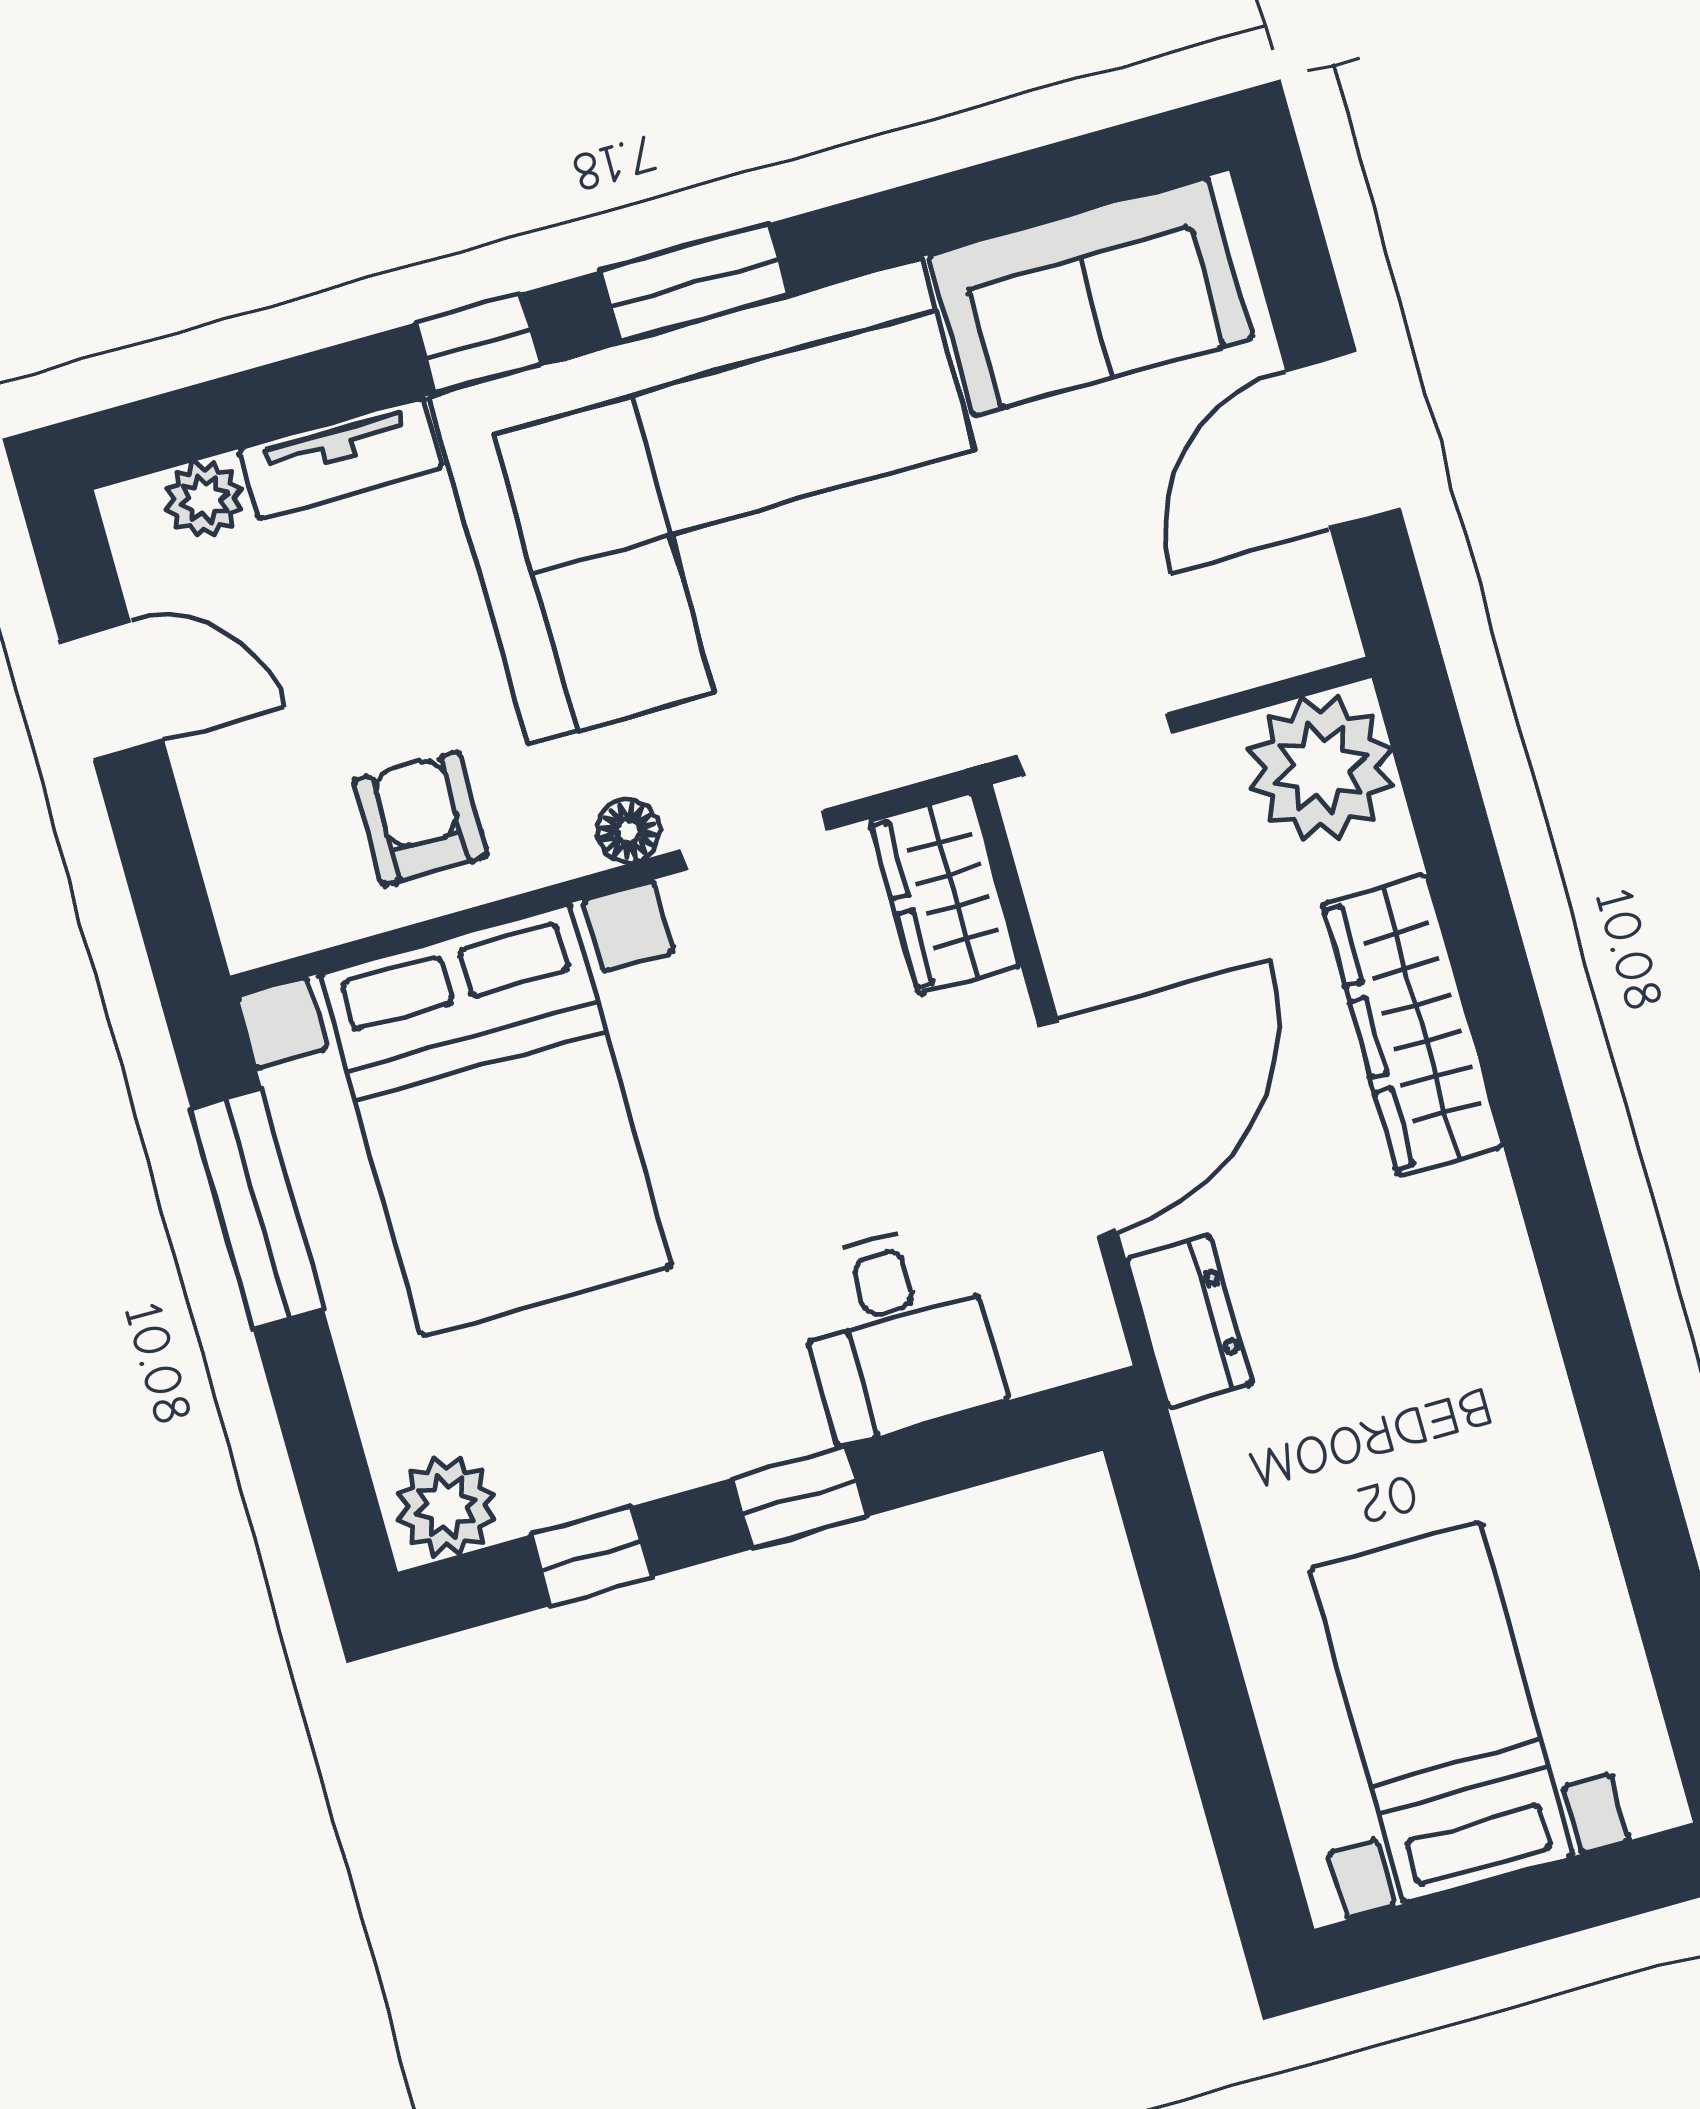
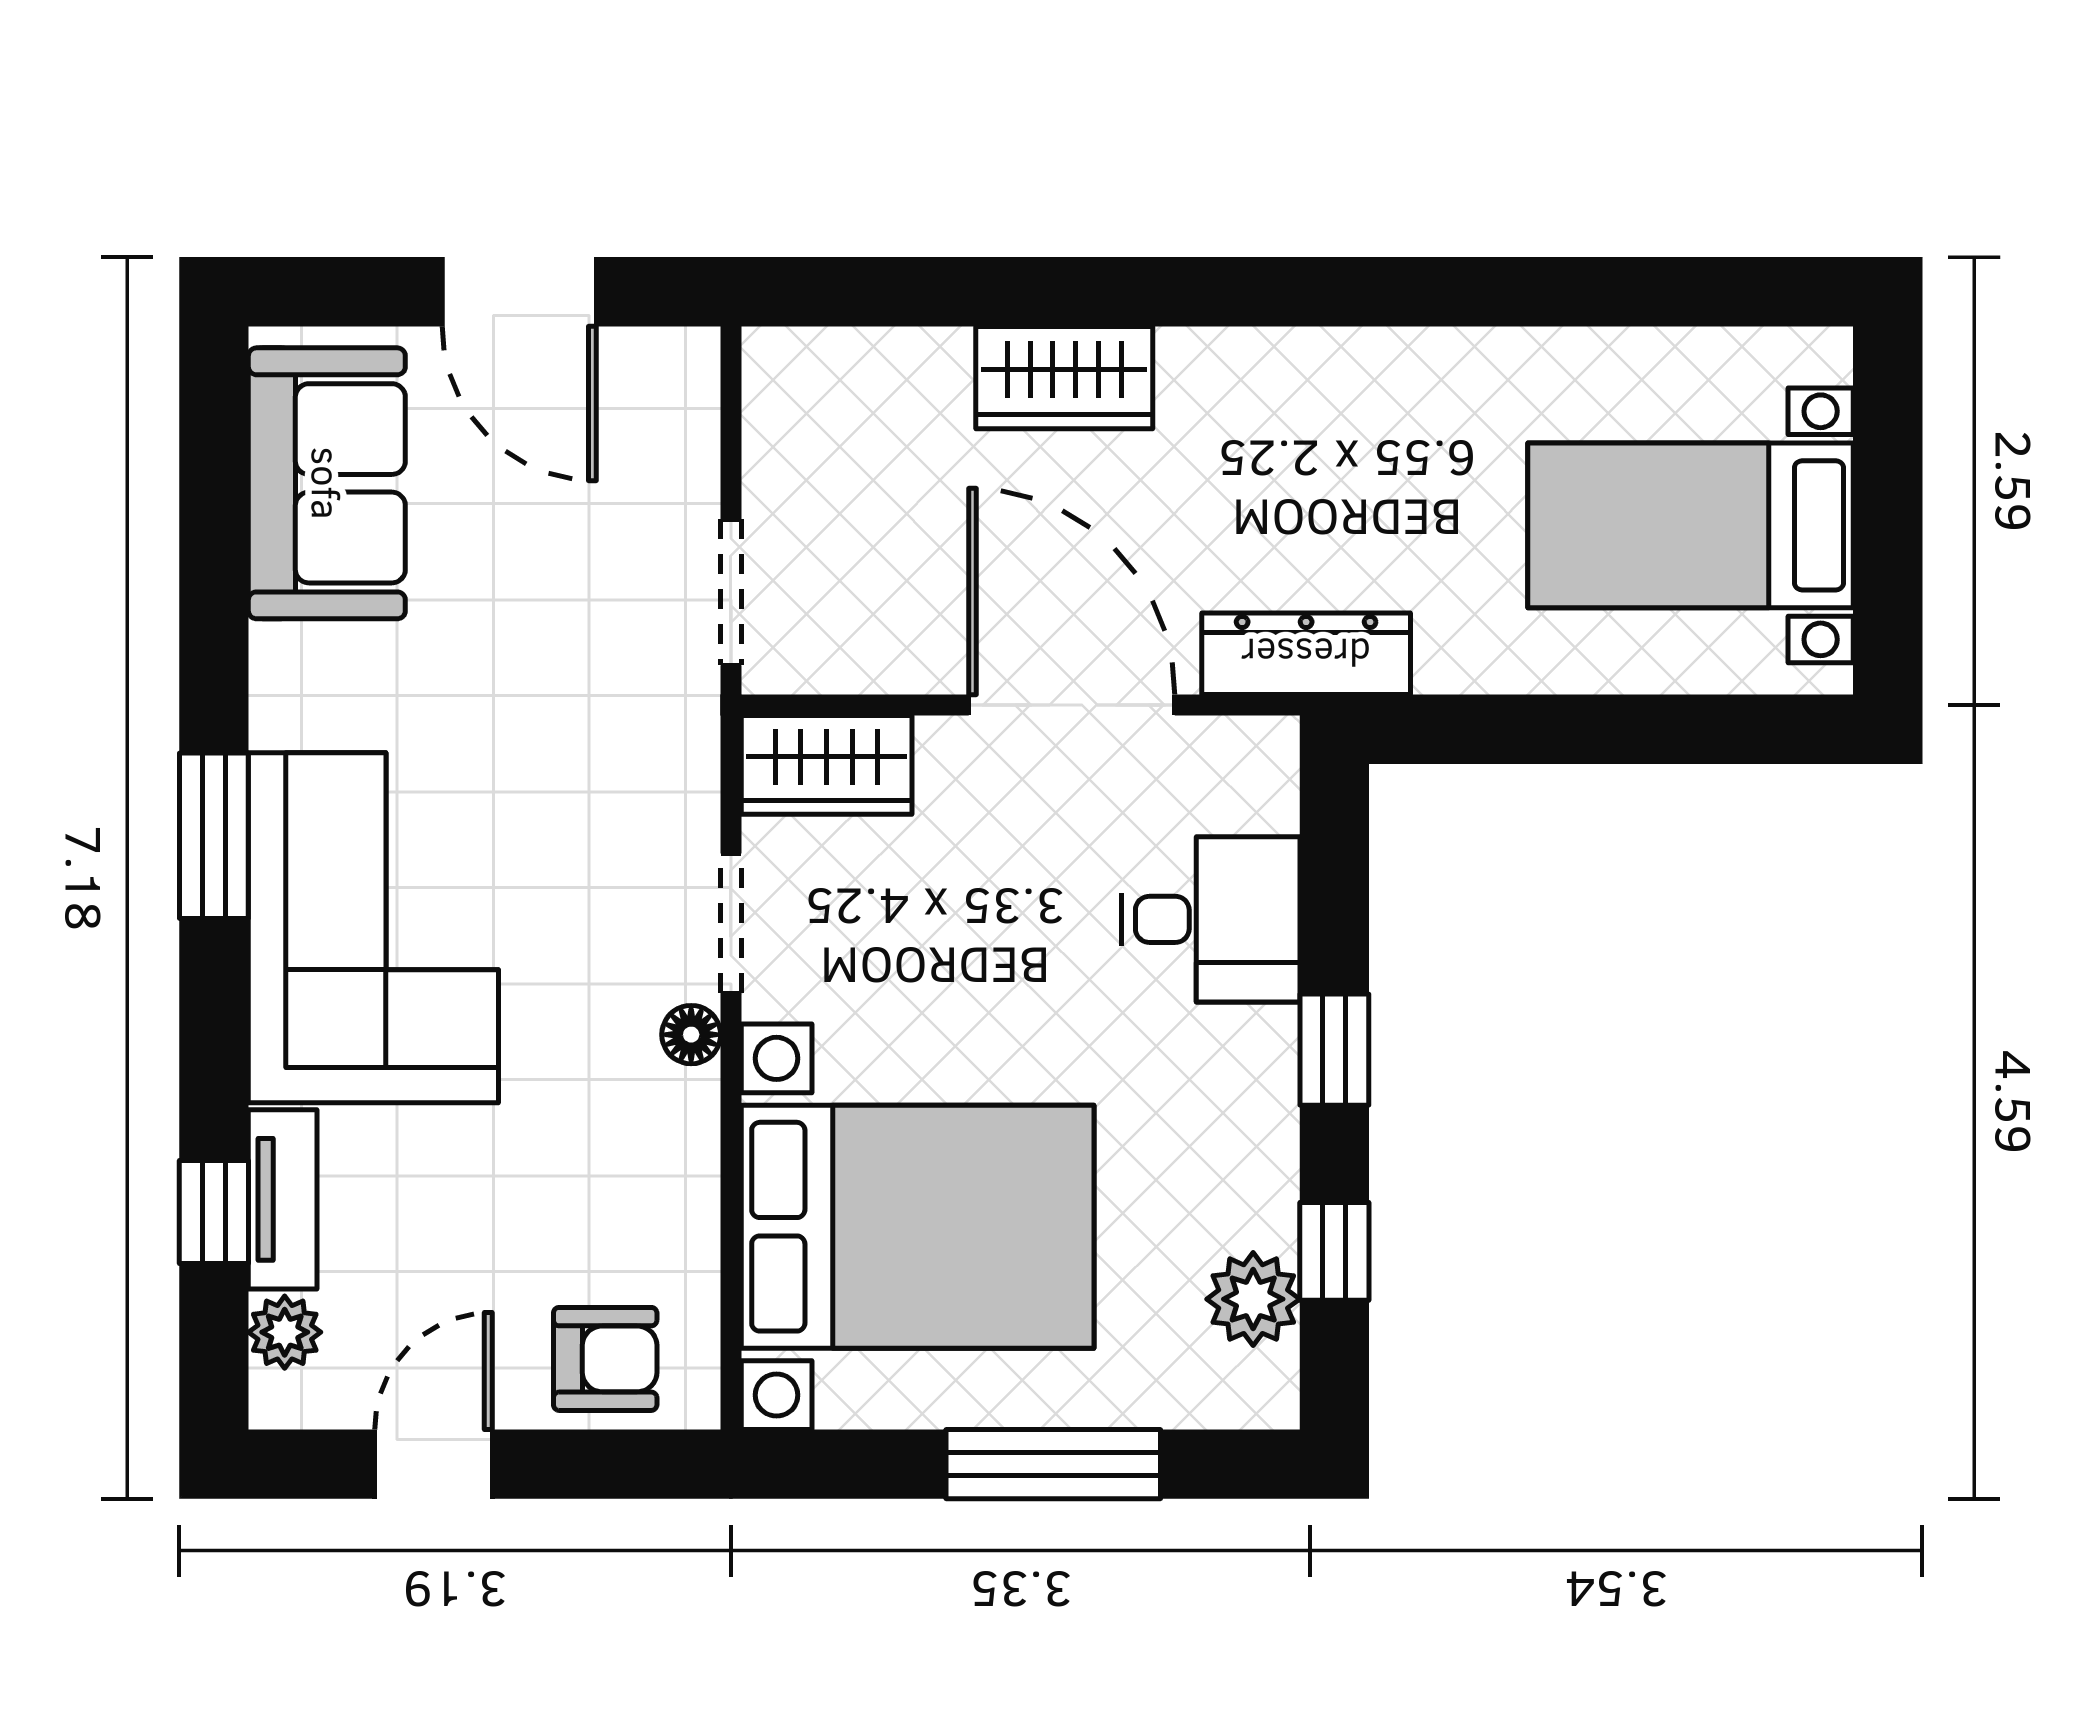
window: (478, 343) -> (214, 1212), moved
corner sofa: (725, 501) -> (373, 928), width x0.73, depth x0.74
plant: (1321, 768) -> (810, 395), removed
armchair: (420, 818) -> (605, 1359), moved, turned 180
wardrobe: (1412, 1025) -> (1064, 378), width x0.67
window: (257, 1209) -> (1053, 1464), moved
dresser: (1189, 1321) -> (1306, 654), width x1.44
plant: (446, 1507) -> (1253, 1299), moved

